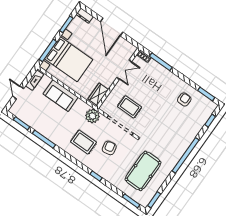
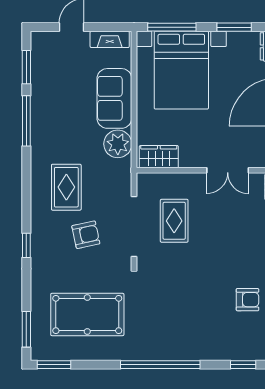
plant: (92, 116) -> (118, 144), moved

